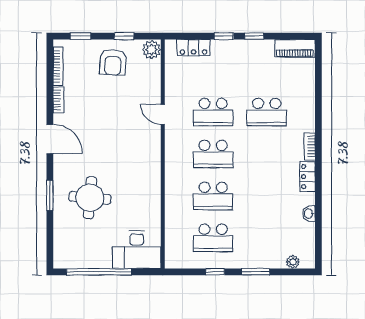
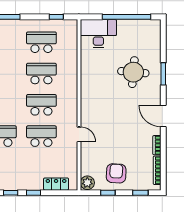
window: (215, 272) -> (56, 17), moved

